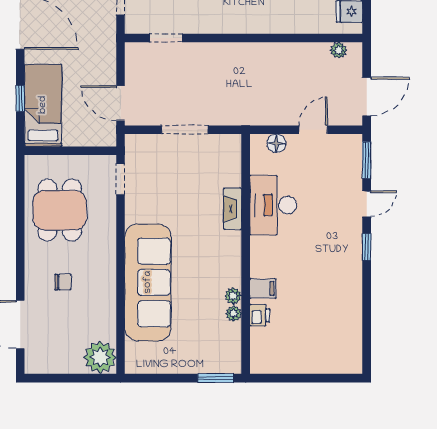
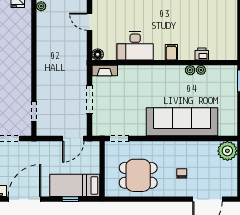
floor lamp: (276, 143) -> (98, 54), moved
fireplace: (233, 209) -> (105, 71), moved
filing cabinet: (263, 289) -> (171, 52), moved

